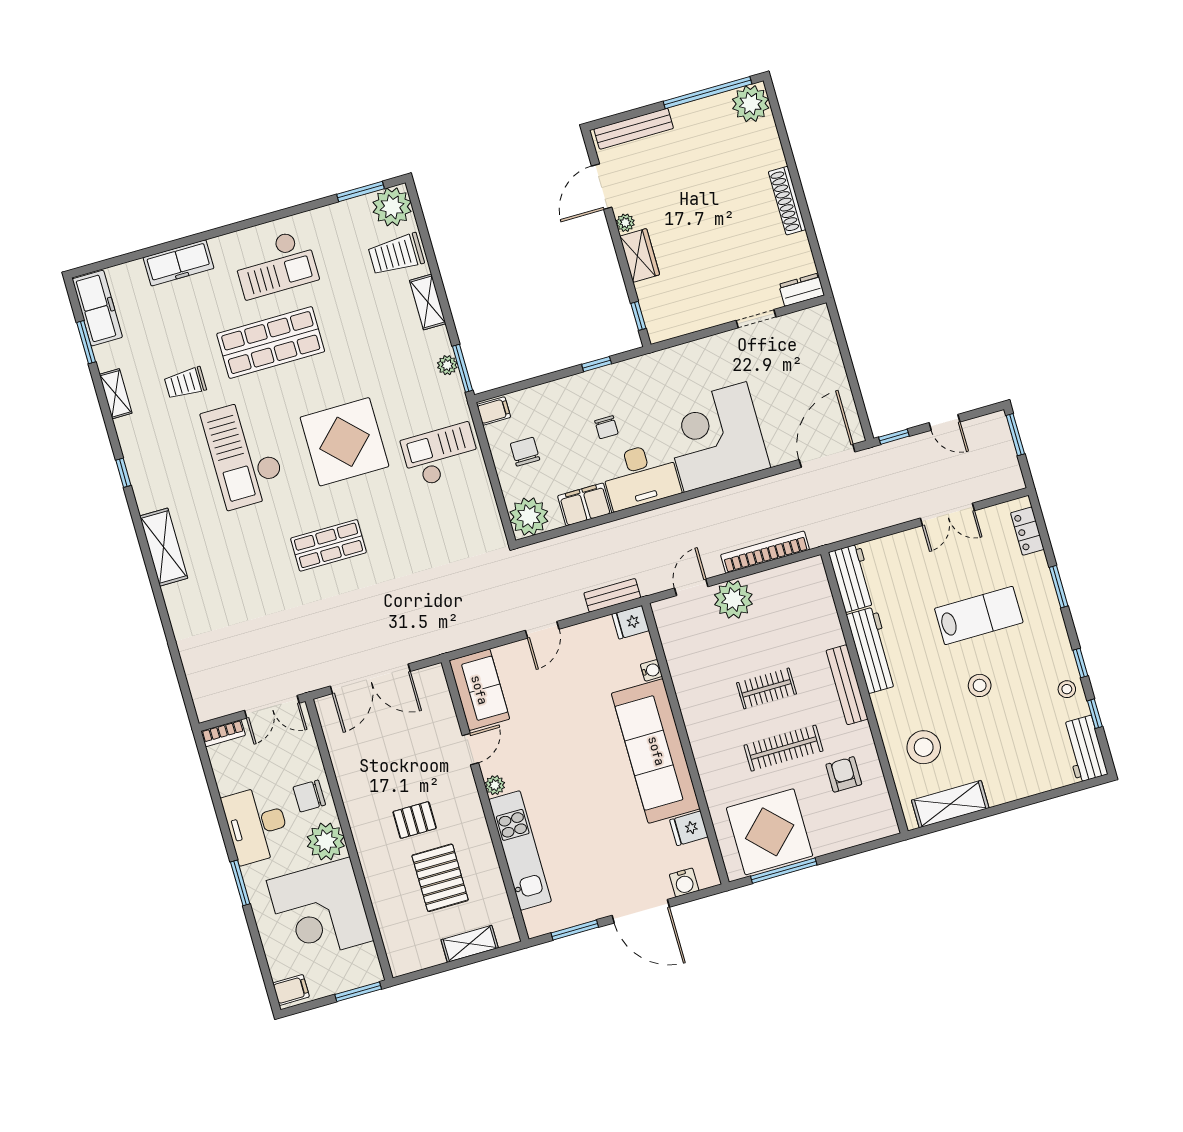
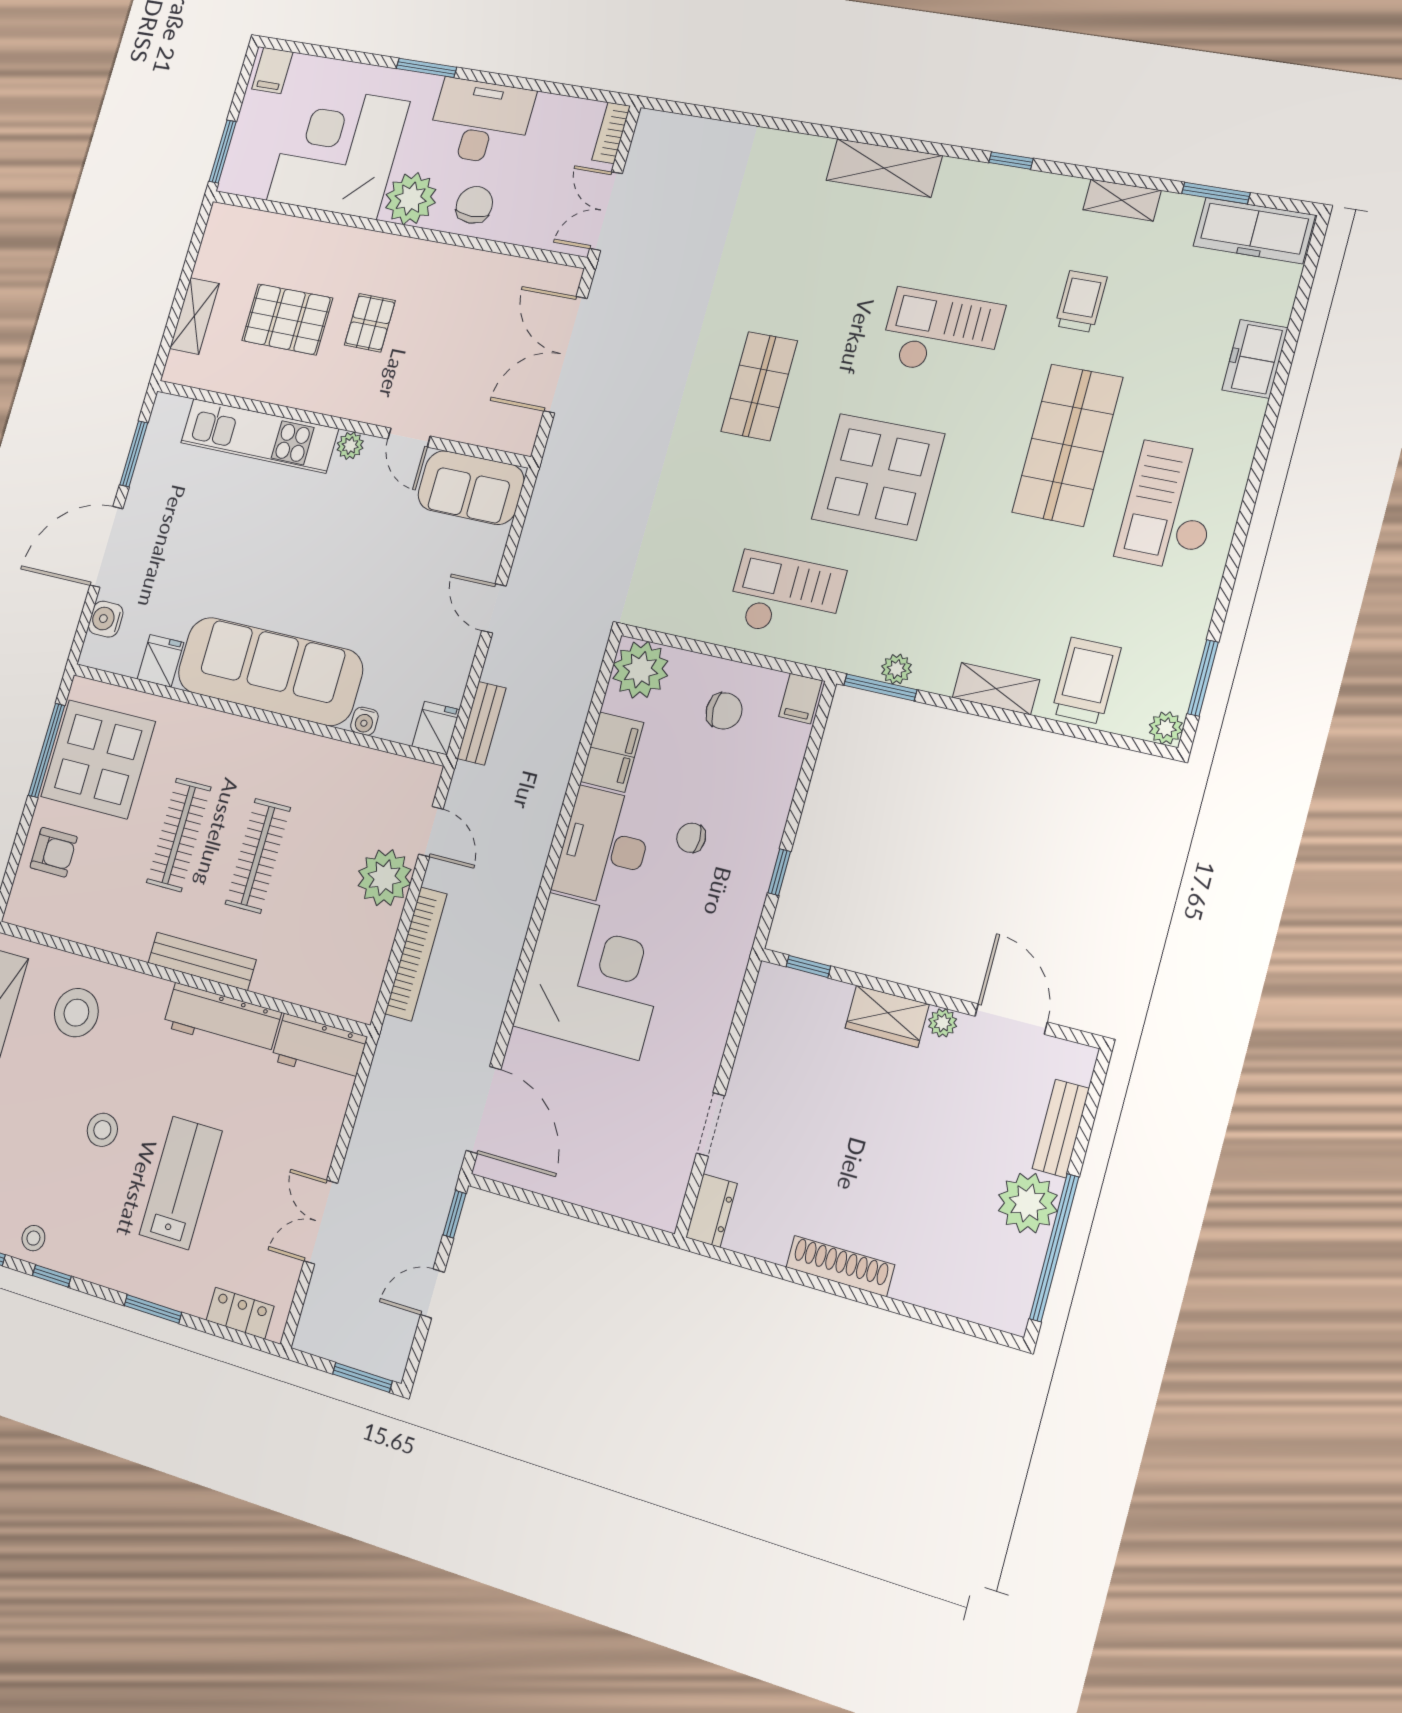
plant: (751, 104) -> (1028, 1203), moved
bench: (634, 129) -> (1061, 1129), width x0.73
plant: (392, 207) -> (1166, 728), width x0.53, depth x0.53
freezer: (179, 263) -> (1255, 359), width x0.71
checkout: (244, 454) -> (941, 334), width x0.73, depth x0.83
checkout: (441, 455) -> (786, 596), turned -90
lab bench: (979, 616) -> (181, 1183), turned 180
clothes rail: (766, 688) -> (258, 856), width x1.36
armchair: (844, 774) -> (54, 852), moved

